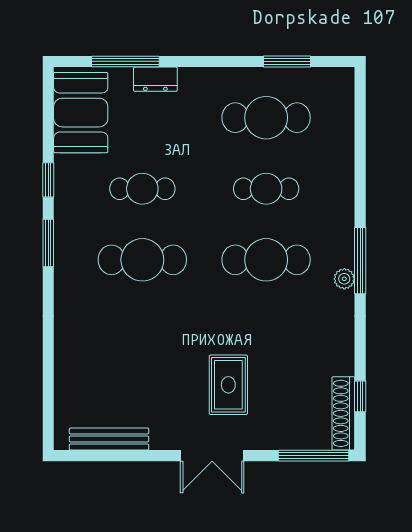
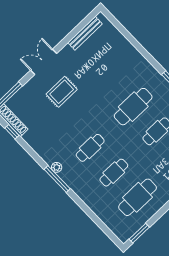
window: (287, 61) -> (139, 233), moved
cafe table: (266, 260) -> (90, 148), width x0.73, depth x0.74
rug: (228, 385) -> (62, 92), turned 90

